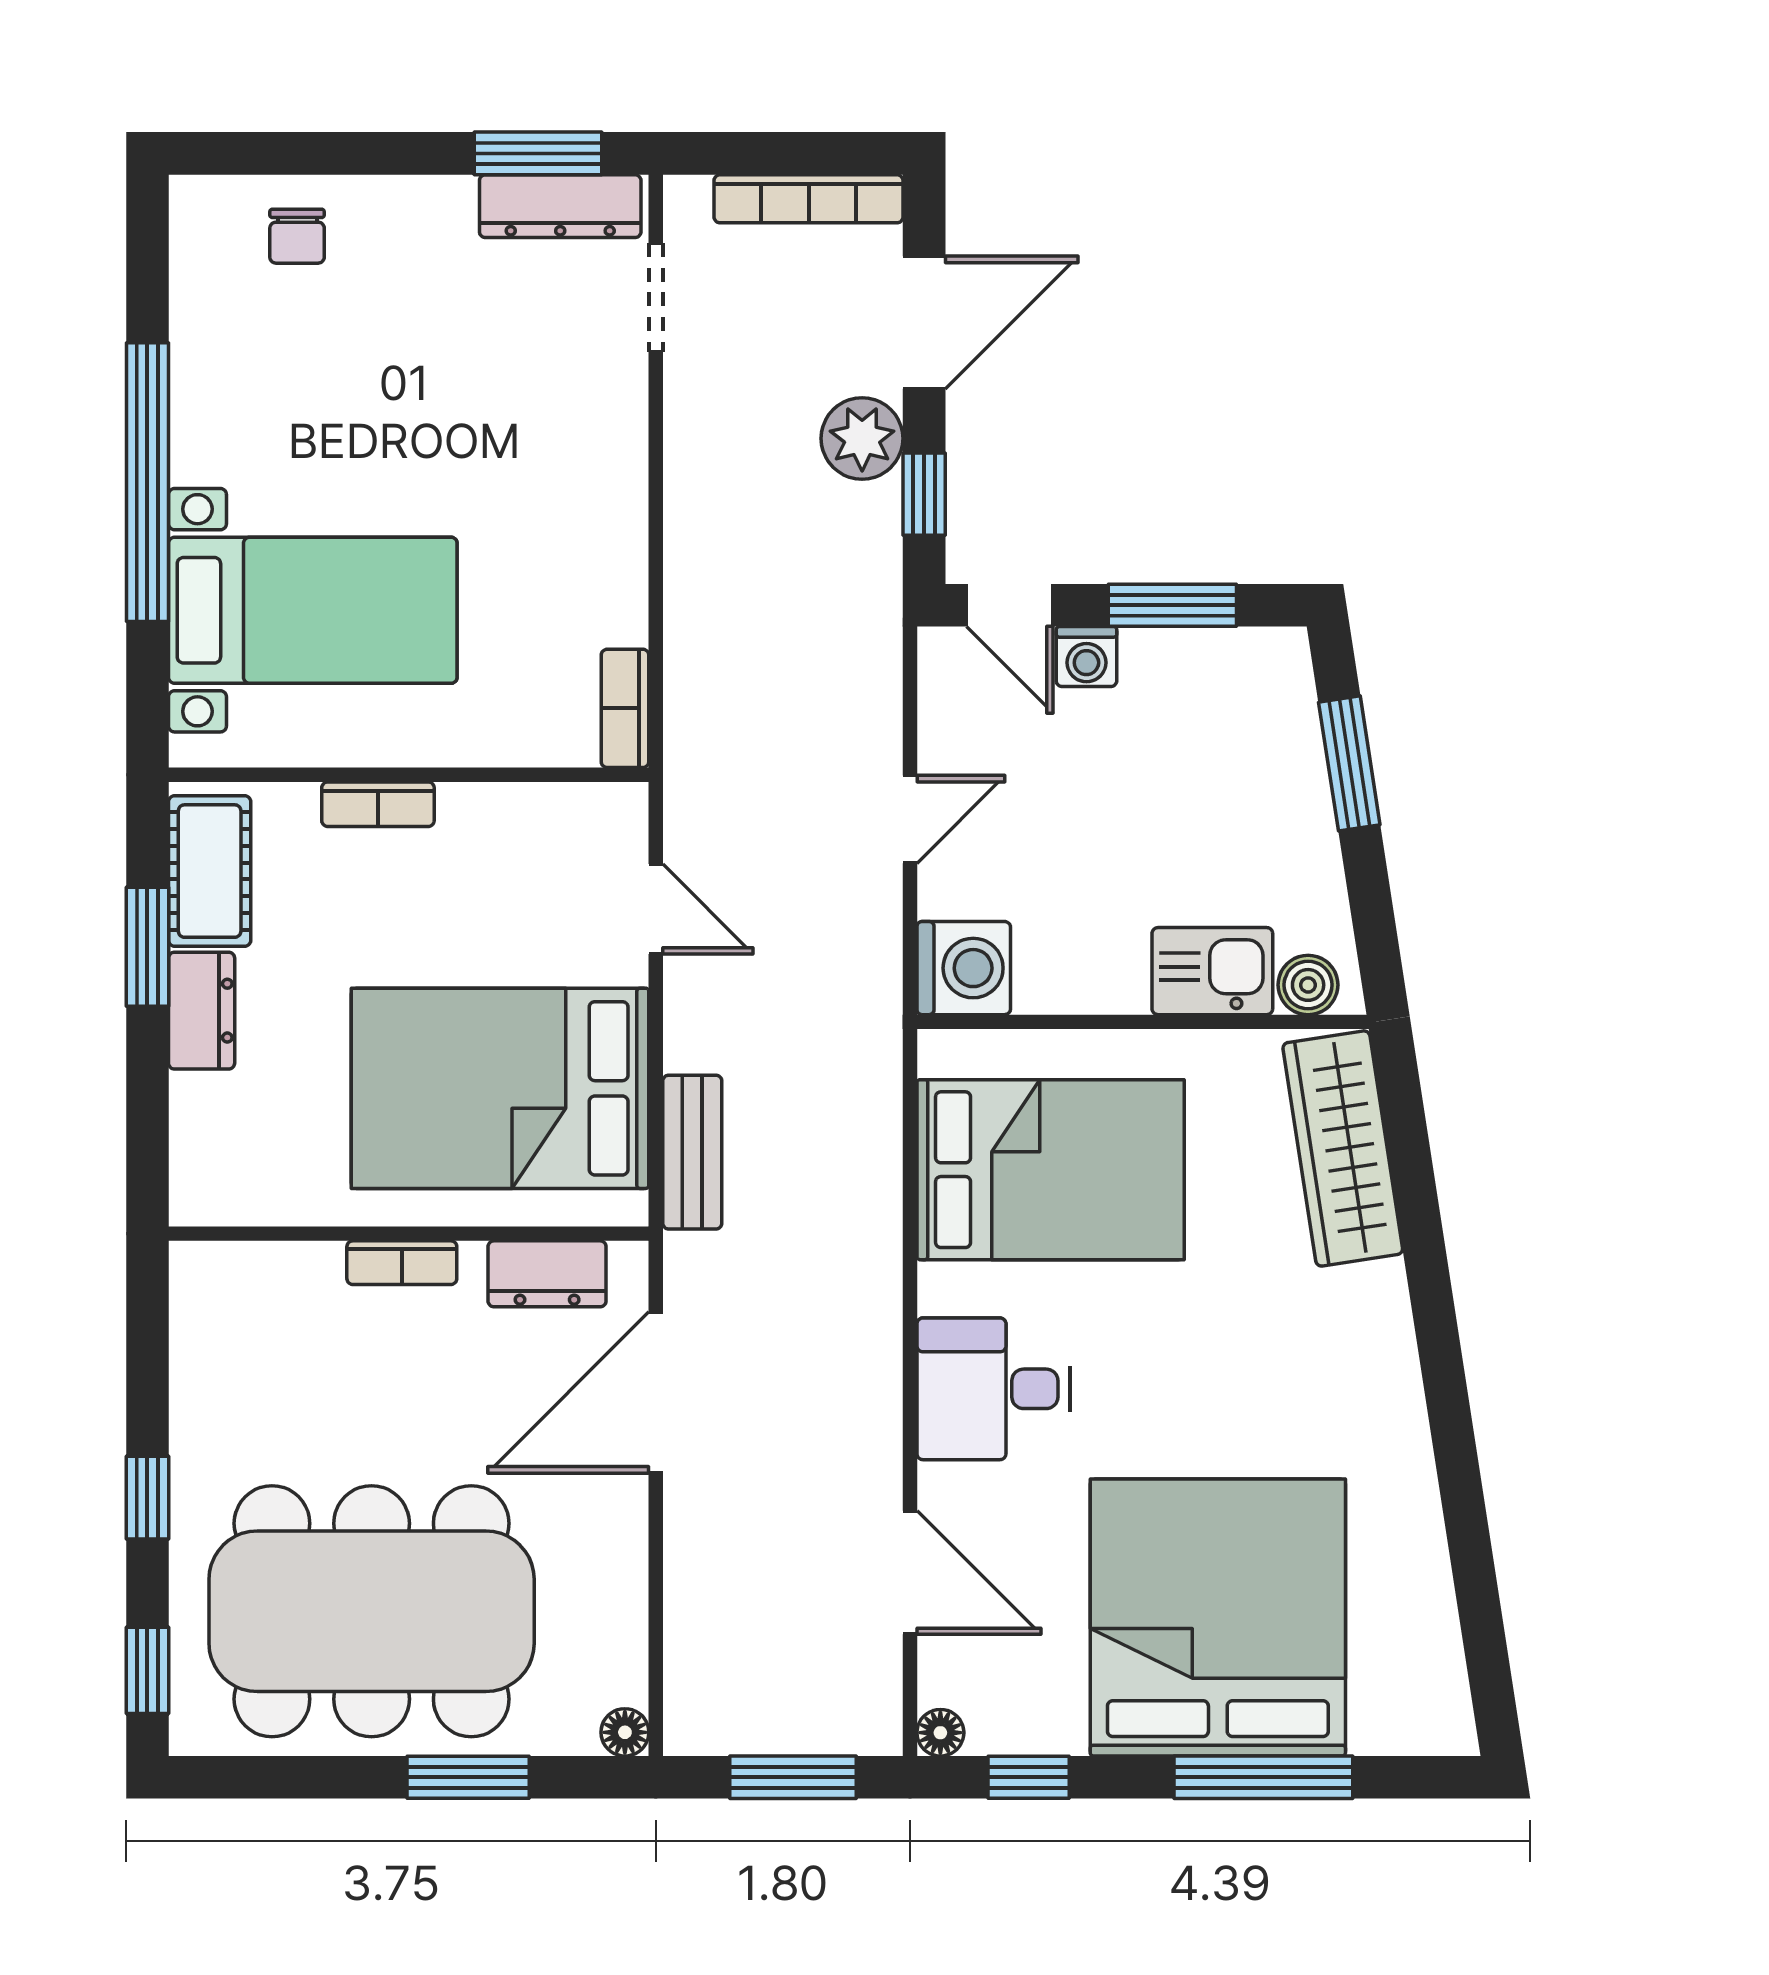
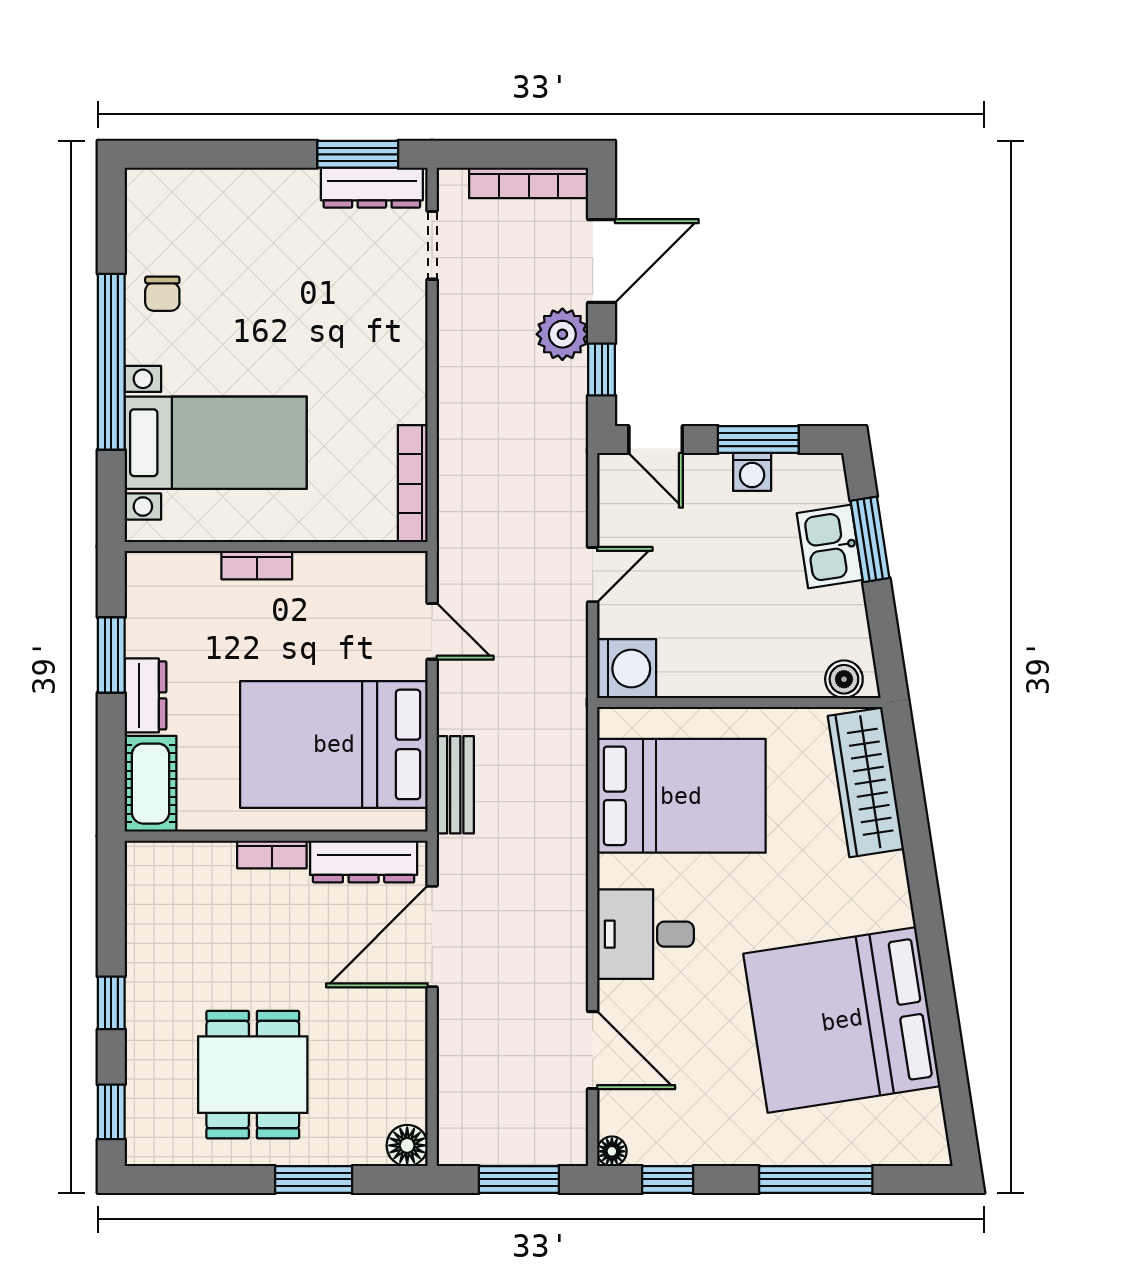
chair: (297, 236) -> (162, 294), moved
washing machine: (1086, 657) -> (752, 472), moved
bookcase: (625, 708) -> (413, 484), width x1.56
cot: (210, 871) -> (151, 784), moved
kitchen sink: (1212, 971) -> (830, 547), moved, turned -99
dresser: (547, 1274) -> (364, 862), width x1.44
dining table: (372, 1611) -> (253, 1075), width x0.53, depth x0.80
bed: (1218, 1617) -> (842, 1020), moved, turned -99
floor lamp: (625, 1732) -> (407, 1145), width x1.37, depth x1.37

